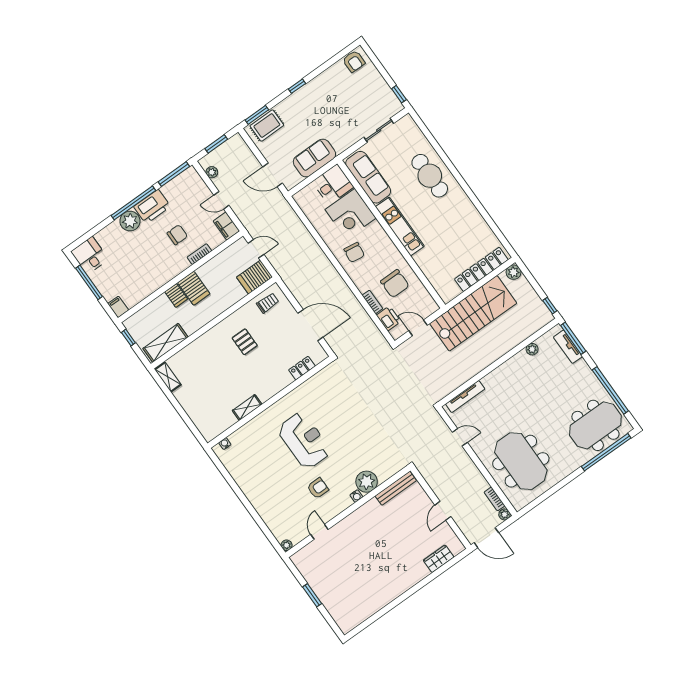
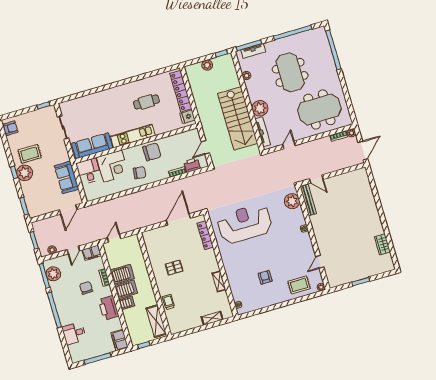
plant: (301, 100) -> (25, 173), added
rug: (267, 126) -> (30, 154), moved, turned 90
cafe table: (430, 176) -> (146, 102), moved, width x0.73, depth x0.74
printer: (152, 207) -> (109, 308), moved, turned 180
plant: (130, 221) -> (53, 274), moved
desk: (90, 255) -> (74, 333), moved
plant: (514, 272) -> (207, 65), moved
server rack: (254, 277) -> (122, 274), moved, turned -90
chair: (395, 284) -> (152, 152), moved
fridge: (451, 290) -> (187, 117), added
trolley: (268, 303) -> (168, 302), moved
filing cabinet: (118, 307) -> (120, 340), width x2.00
stairs: (473, 313) -> (238, 118), moved, turned 180
locker: (302, 368) -> (205, 235), width x1.53
shelving: (168, 377) -> (212, 318), moved
plant: (495, 382) -> (260, 108), added
meeting table: (595, 425) -> (290, 72), moved
reception desk: (304, 440) -> (245, 224), moved, width x1.36, depth x1.30
plant: (367, 482) -> (292, 201), moved
armchair: (318, 488) -> (265, 277), moved
door: (443, 511) -> (316, 179), moved
rug: (279, 515) -> (299, 285), added
door: (319, 532) -> (320, 262), hinge flipped
wardrobe: (439, 559) -> (382, 244), moved

